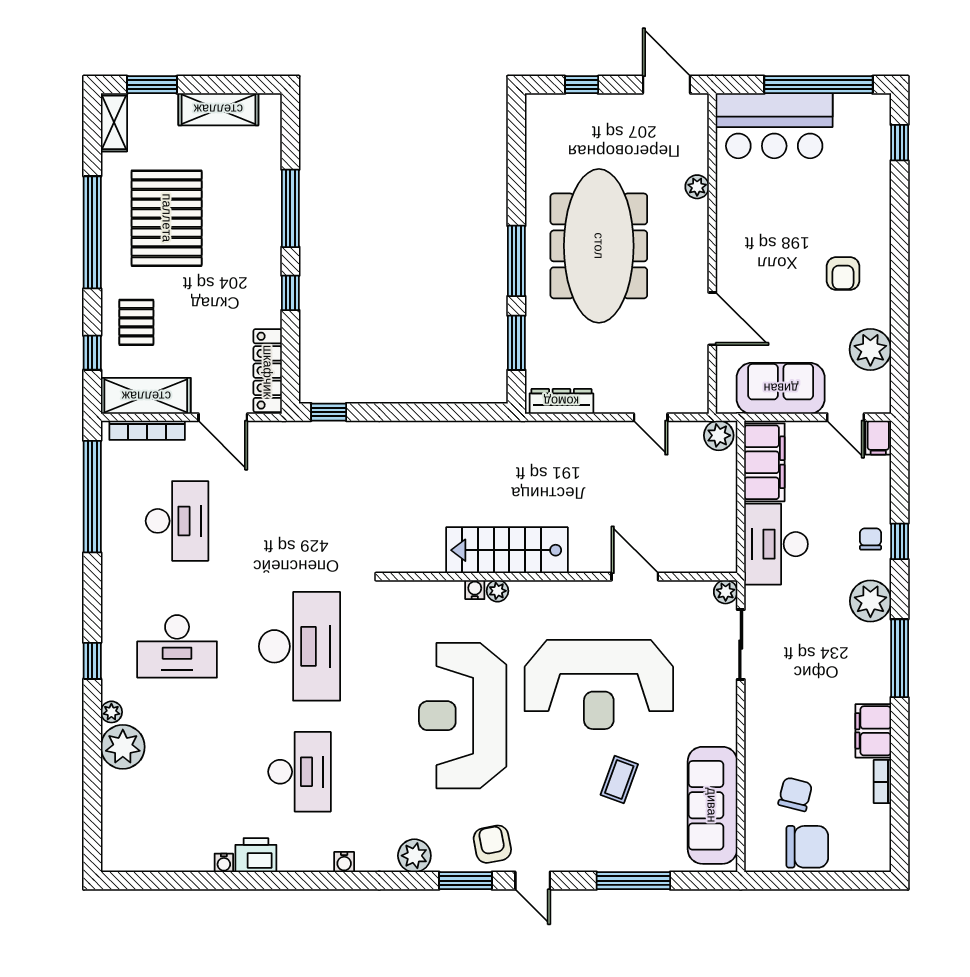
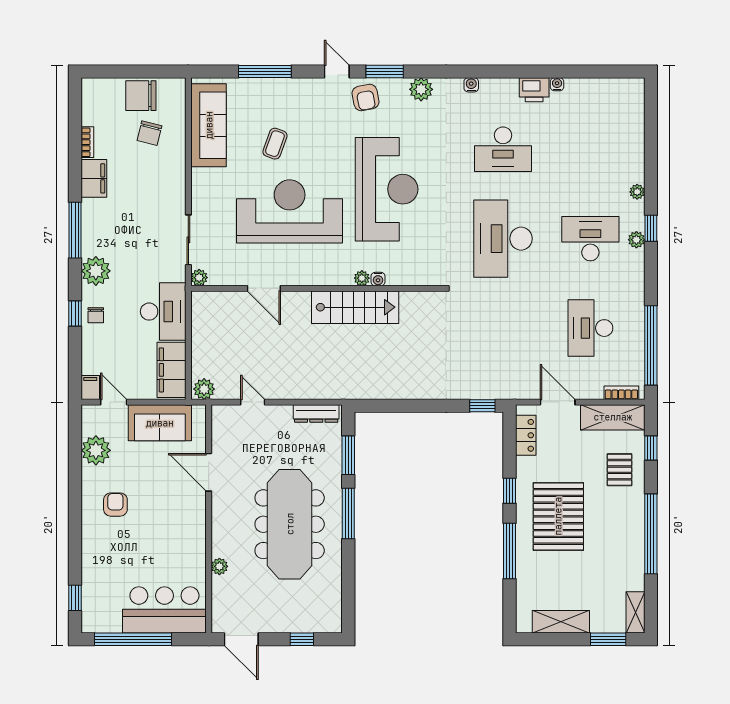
pallet: (167, 218) -> (558, 516), moved
locker: (268, 371) -> (526, 435), width x0.66
bookcase: (147, 430) -> (621, 393), width x0.64
plant: (123, 747) -> (636, 240), moved, width x0.53, depth x0.53
desk: (300, 772) -> (503, 149), turned -90

